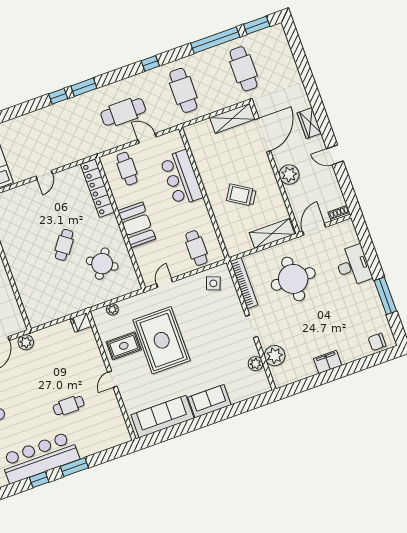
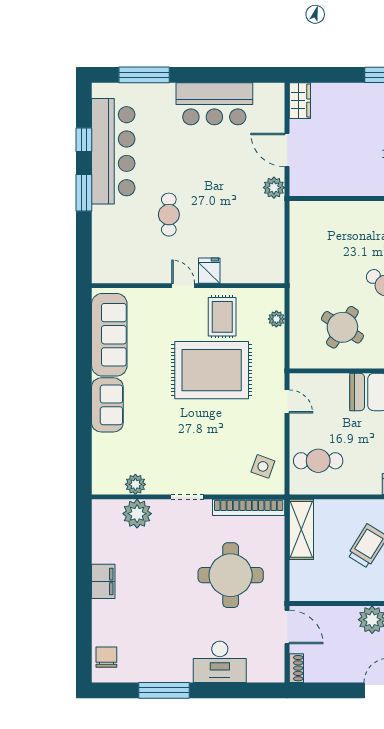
shelving: (272, 234) -> (301, 529), moved
fridge: (81, 322) -> (209, 271), moved

